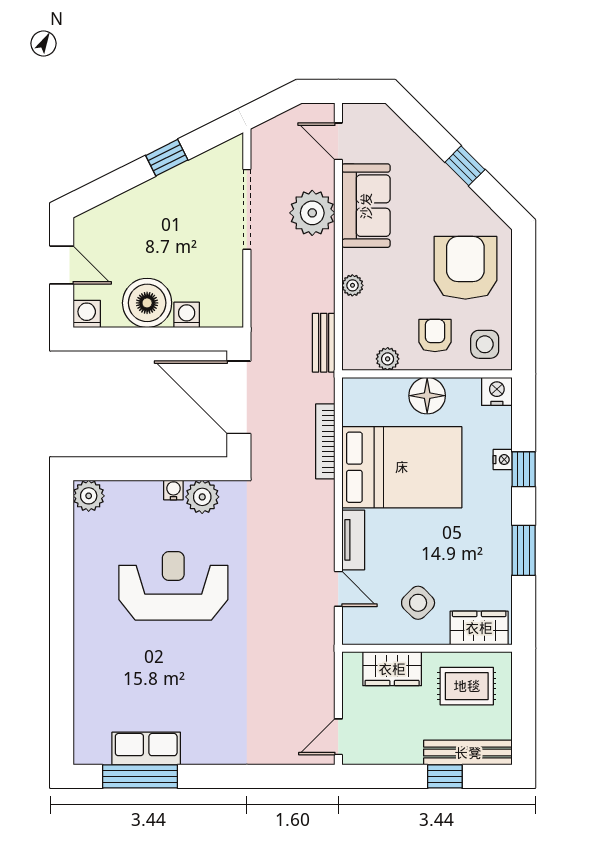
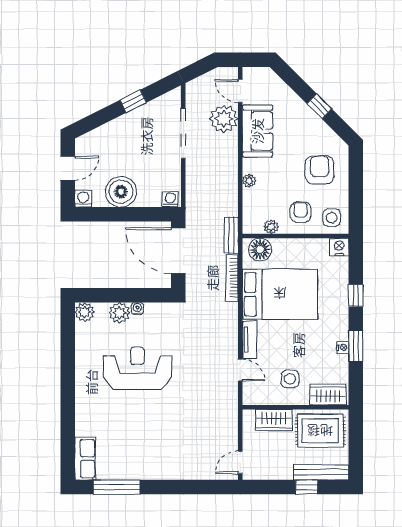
plant: (312, 213) -> (224, 119), moved
door: (62, 265) -> (68, 168), hinge flipped
armchair: (465, 268) -> (320, 170), width x0.73, depth x0.73
washing machine: (187, 315) -> (170, 199), moved
bench: (324, 343) -> (231, 235), moved
floor lamp: (427, 396) -> (260, 250), moved
nightstand: (503, 460) -> (343, 348), moved
plant: (202, 497) -> (119, 313), moved
side table: (418, 603) -> (290, 379), turned 45
rug: (467, 686) -> (320, 431), width x1.36, depth x1.43
row of seats: (146, 749) -> (85, 459), moved, turned 90

